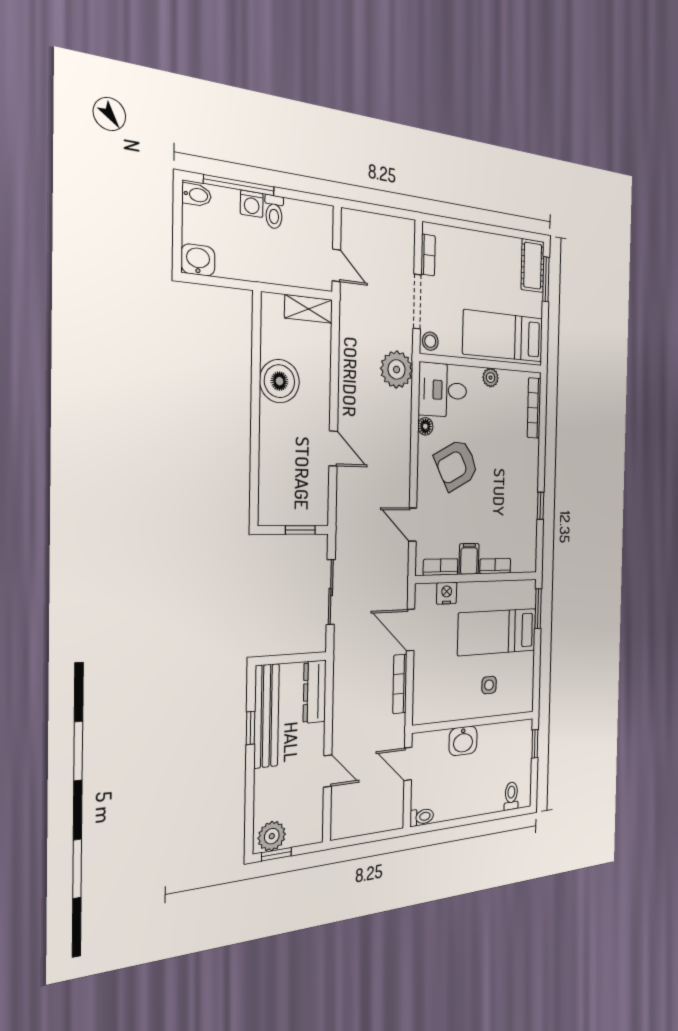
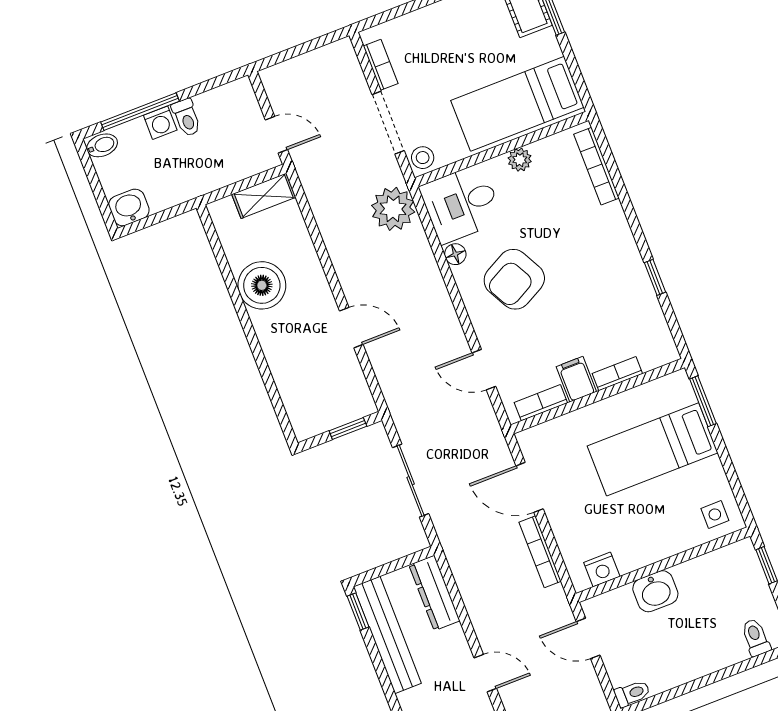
nightstand: (447, 593) -> (602, 569), moved, turned 180
side table: (489, 685) -> (715, 514), moved
window: (251, 728) -> (358, 611), moved

